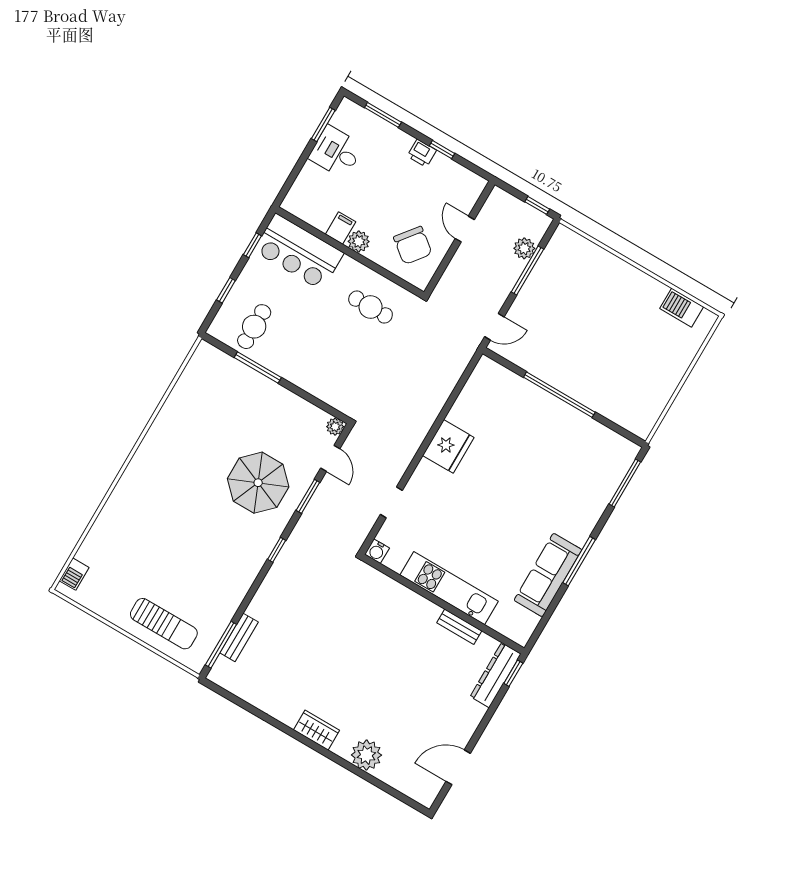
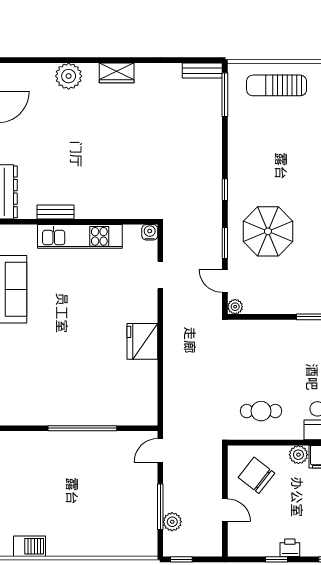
bench: (239, 637) -> (202, 70), moved, turned 90

